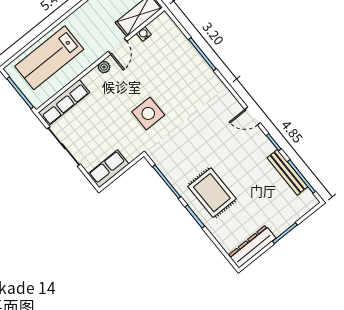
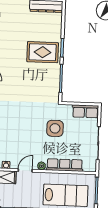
row of seats: (64, 103) -> (65, 165), moved
side table: (148, 113) -> (55, 128), moved
rug: (212, 193) -> (43, 52), turned 90

